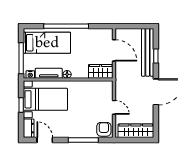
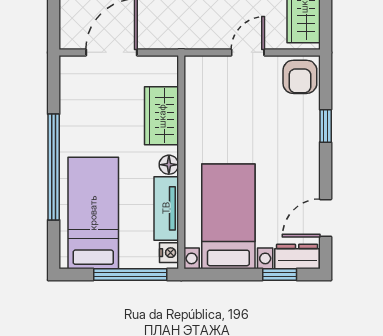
wardrobe: (101, 71) -> (162, 116), moved
window: (21, 105) -> (280, 275), moved
armchair: (104, 129) -> (300, 77), turned -90
window: (83, 140) -> (326, 126), width x0.46

